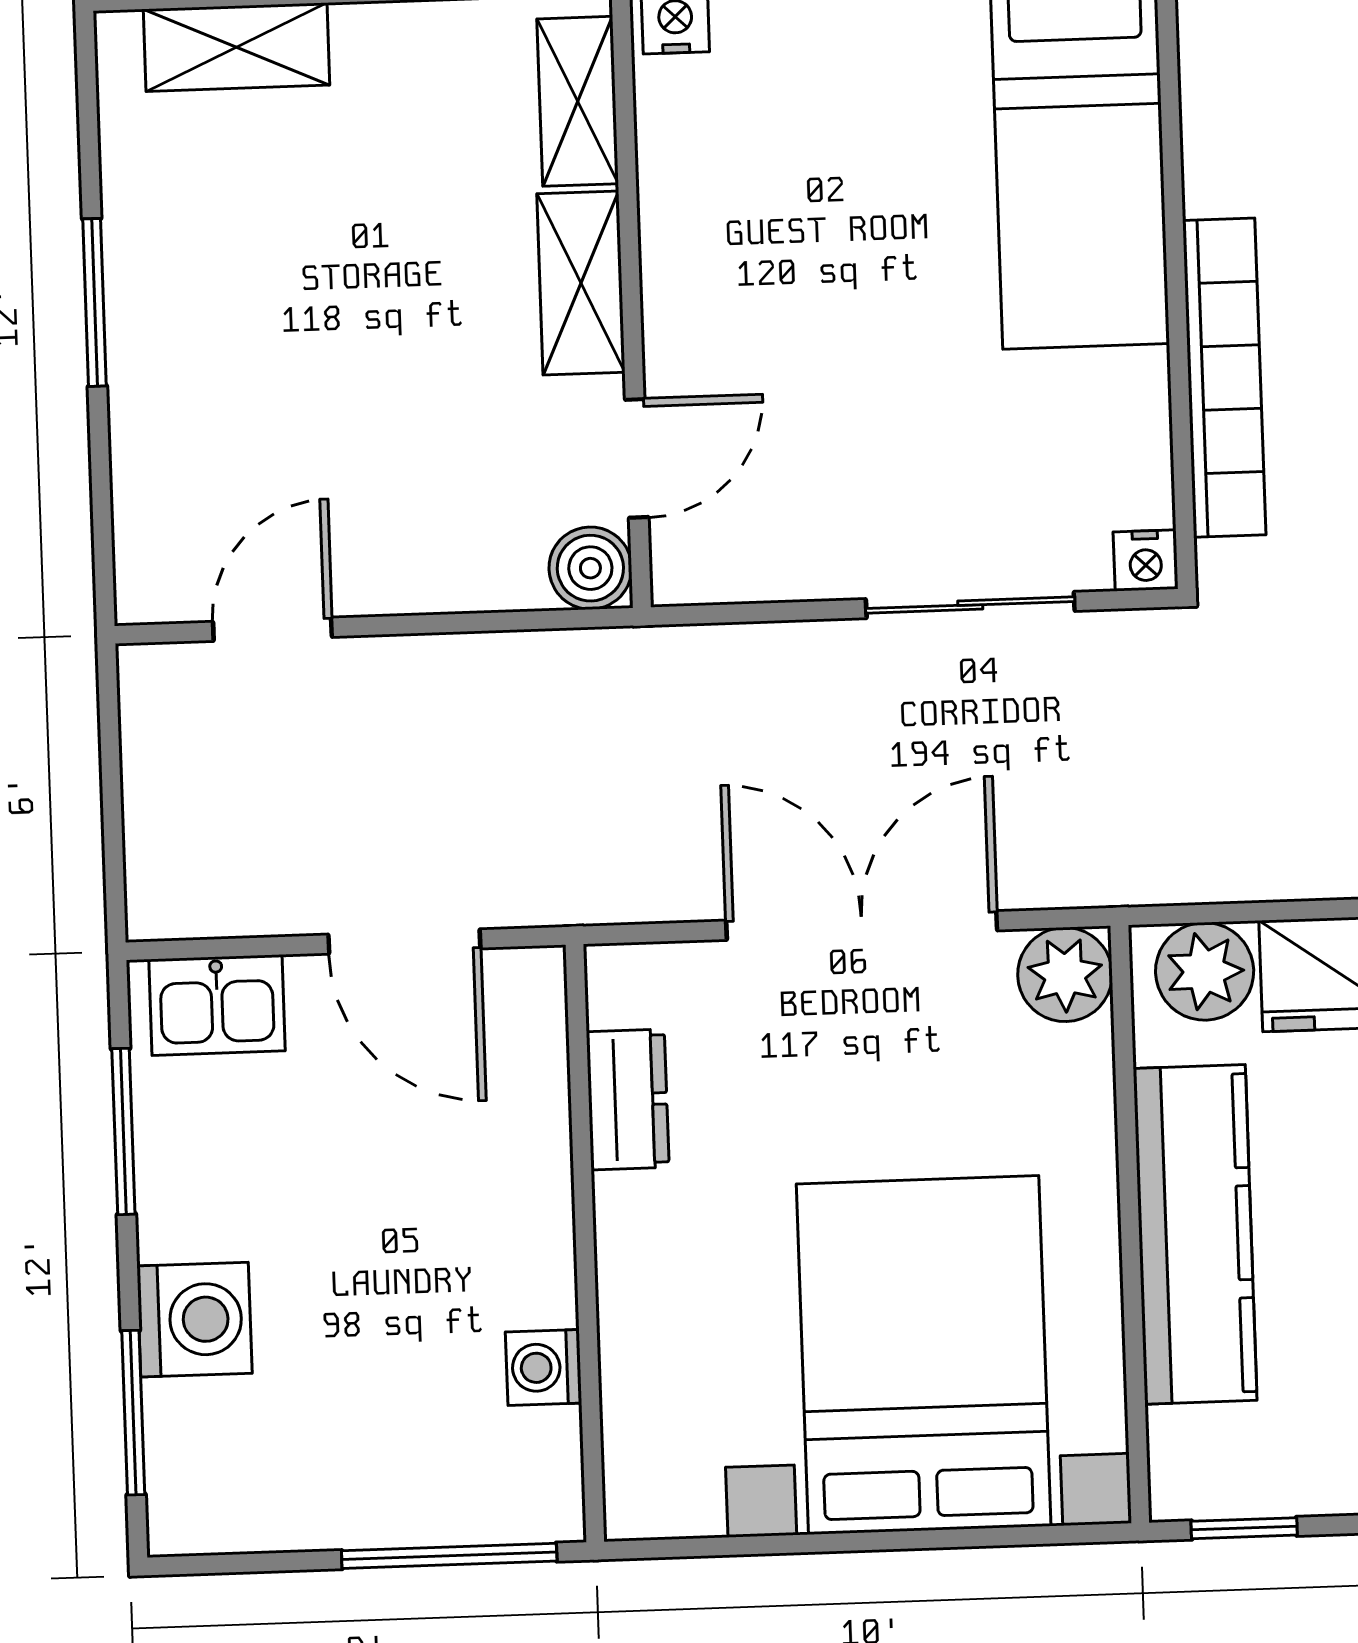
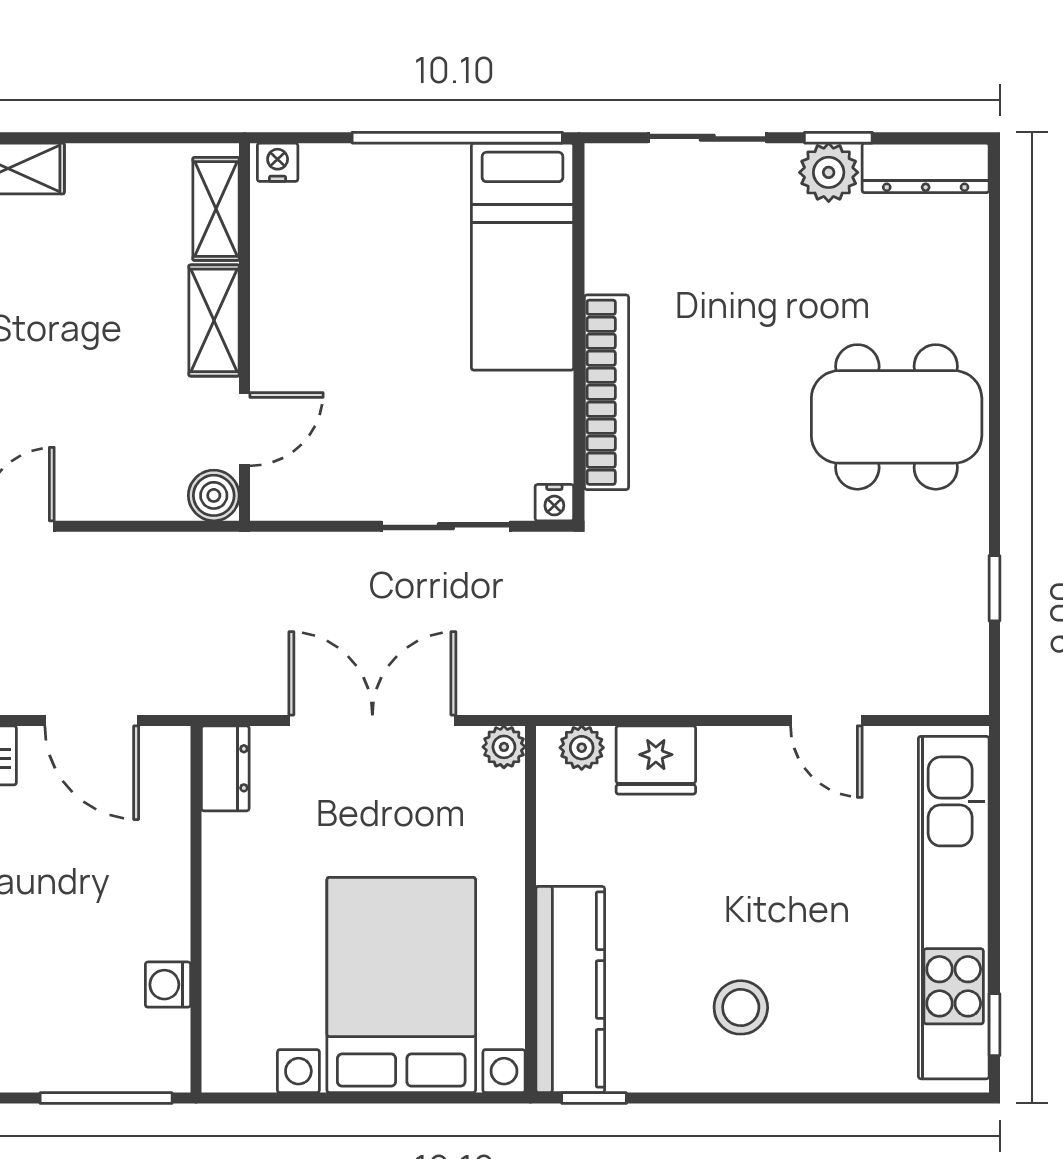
plant: (1205, 971) -> (582, 748), width x0.73, depth x0.73
plant: (1065, 975) -> (504, 747), width x0.73, depth x0.73
dresser: (628, 1100) -> (225, 768), moved
kitchen counter: (1195, 1234) -> (570, 990), moved

